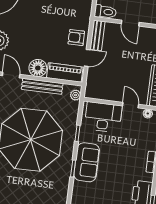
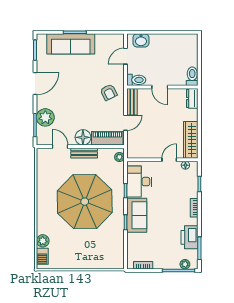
armchair: (76, 38) -> (109, 92), moved, turned -117
bench: (42, 86) -> (84, 153), width x0.73
door: (131, 105) -> (169, 160), hinge flipped
desk: (103, 117) -> (139, 182), moved, turned -90

